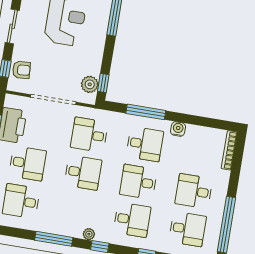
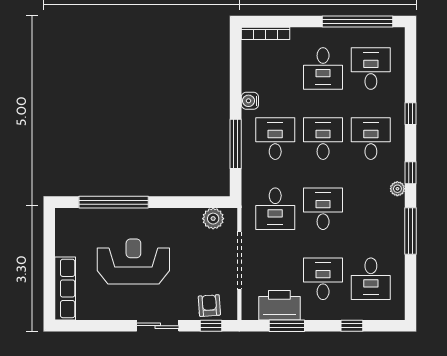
window: (103, 83) -> (209, 202), removed
desk: (138, 182) -> (323, 139), turned 180

